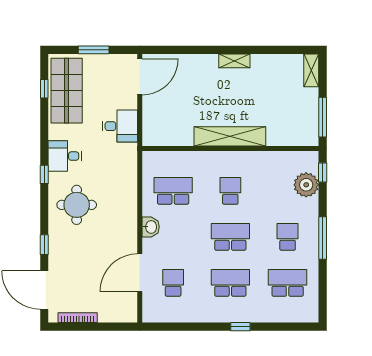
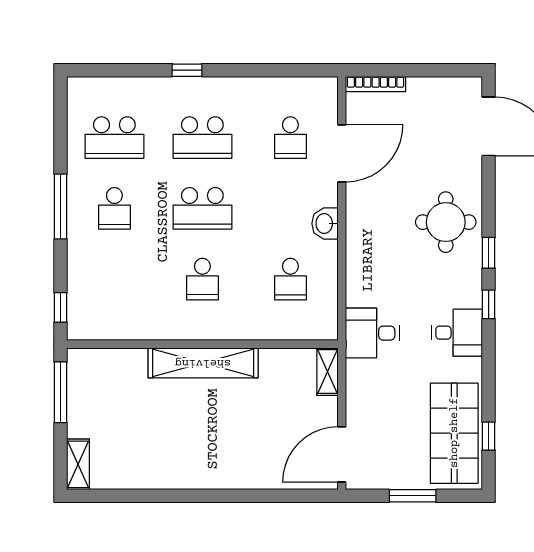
shelving: (234, 61) -> (327, 372), moved, turned 90
desk: (120, 126) -> (372, 333), moved
plant: (306, 185) -> (86, 288), removed
school desk: (173, 191) -> (290, 279), width x0.54
round table: (77, 205) -> (446, 222), moved
window: (44, 245) -> (489, 253), moved
bookcase: (78, 318) -> (376, 84), moved

